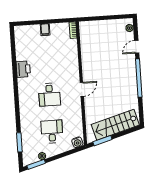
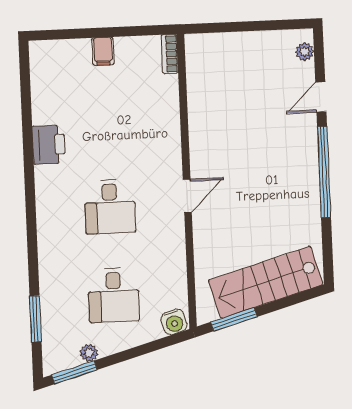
desk: (52, 132) -> (114, 295), turned 180

